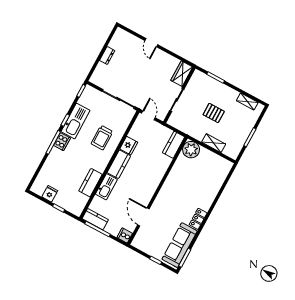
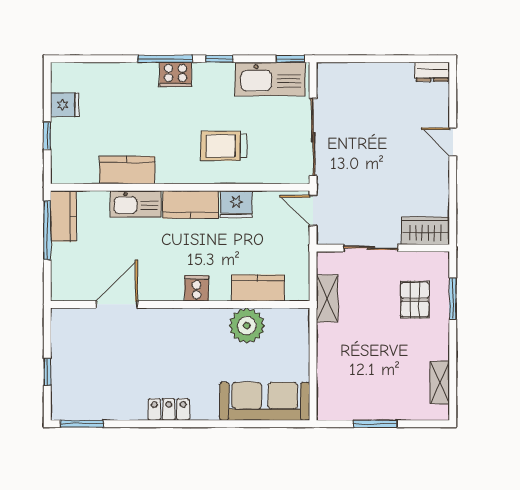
door: (151, 43) -> (453, 142), hinge flipped
dresser: (107, 55) -> (432, 72), moved
pallet: (214, 113) -> (415, 300), moved
door: (148, 115) -> (313, 210), swing flipped
kitchen sink: (75, 121) -> (270, 79), moved
shelving: (214, 143) -> (327, 299), moved
kitchen counter: (174, 145) -> (258, 288), moved
plant: (191, 150) -> (247, 326), moved
cooker: (125, 236) -> (197, 288), moved
sofa: (180, 245) -> (265, 401), moved

